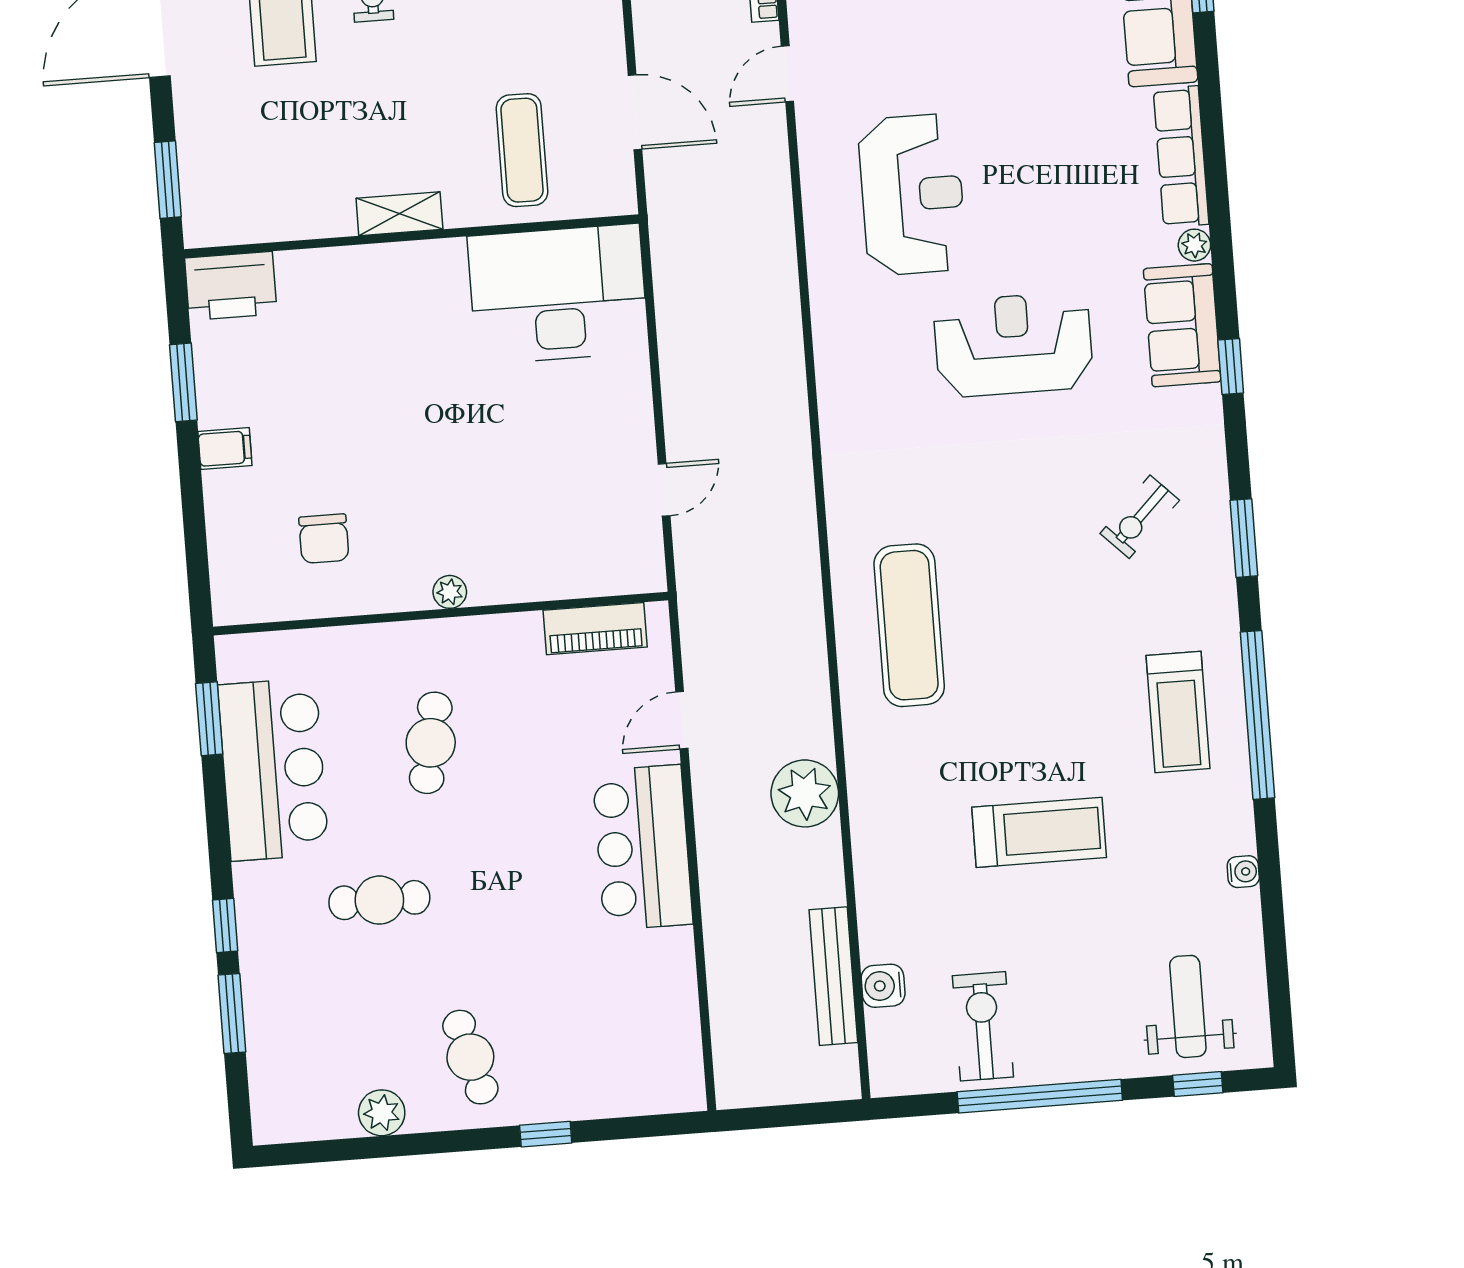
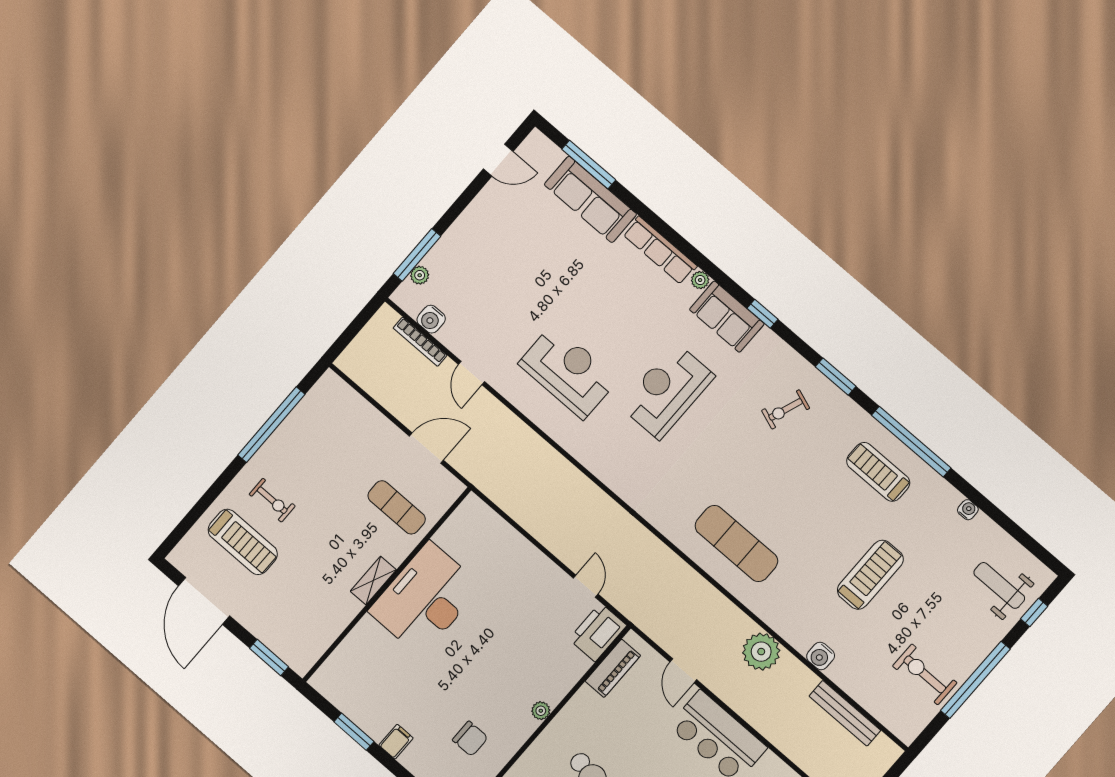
printer: (231, 286) -> (598, 632), moved, turned 180
desk: (558, 294) -> (425, 599), moved
exercise bike: (1140, 517) -> (786, 409), turned 65
treadmill: (1178, 712) -> (878, 472), turned 180
water cooler: (883, 986) -> (821, 656), moved

